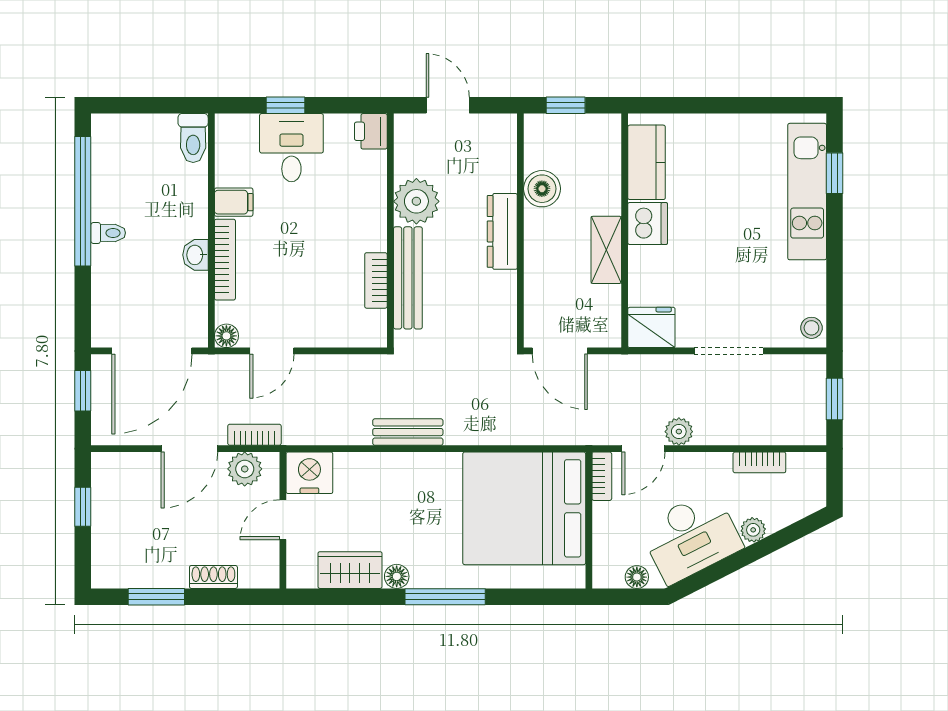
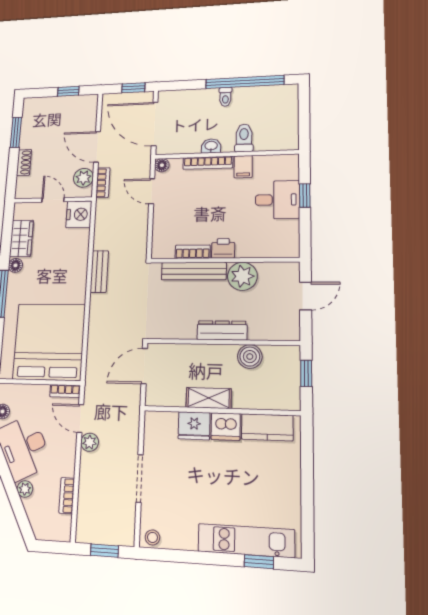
printer: (371, 131) -> (223, 248), moved
toilet: (193, 138) -> (244, 138), moved, turned 90
fridge: (651, 327) -> (194, 426), moved, turned 90

